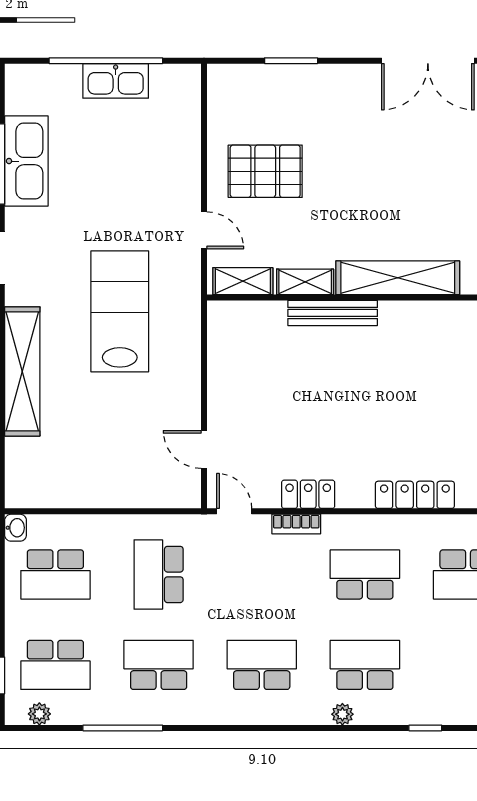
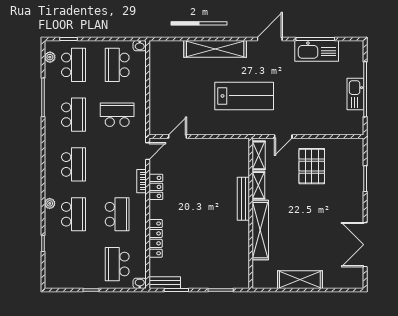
school desk: (55, 665) -> (74, 65), turned 180

